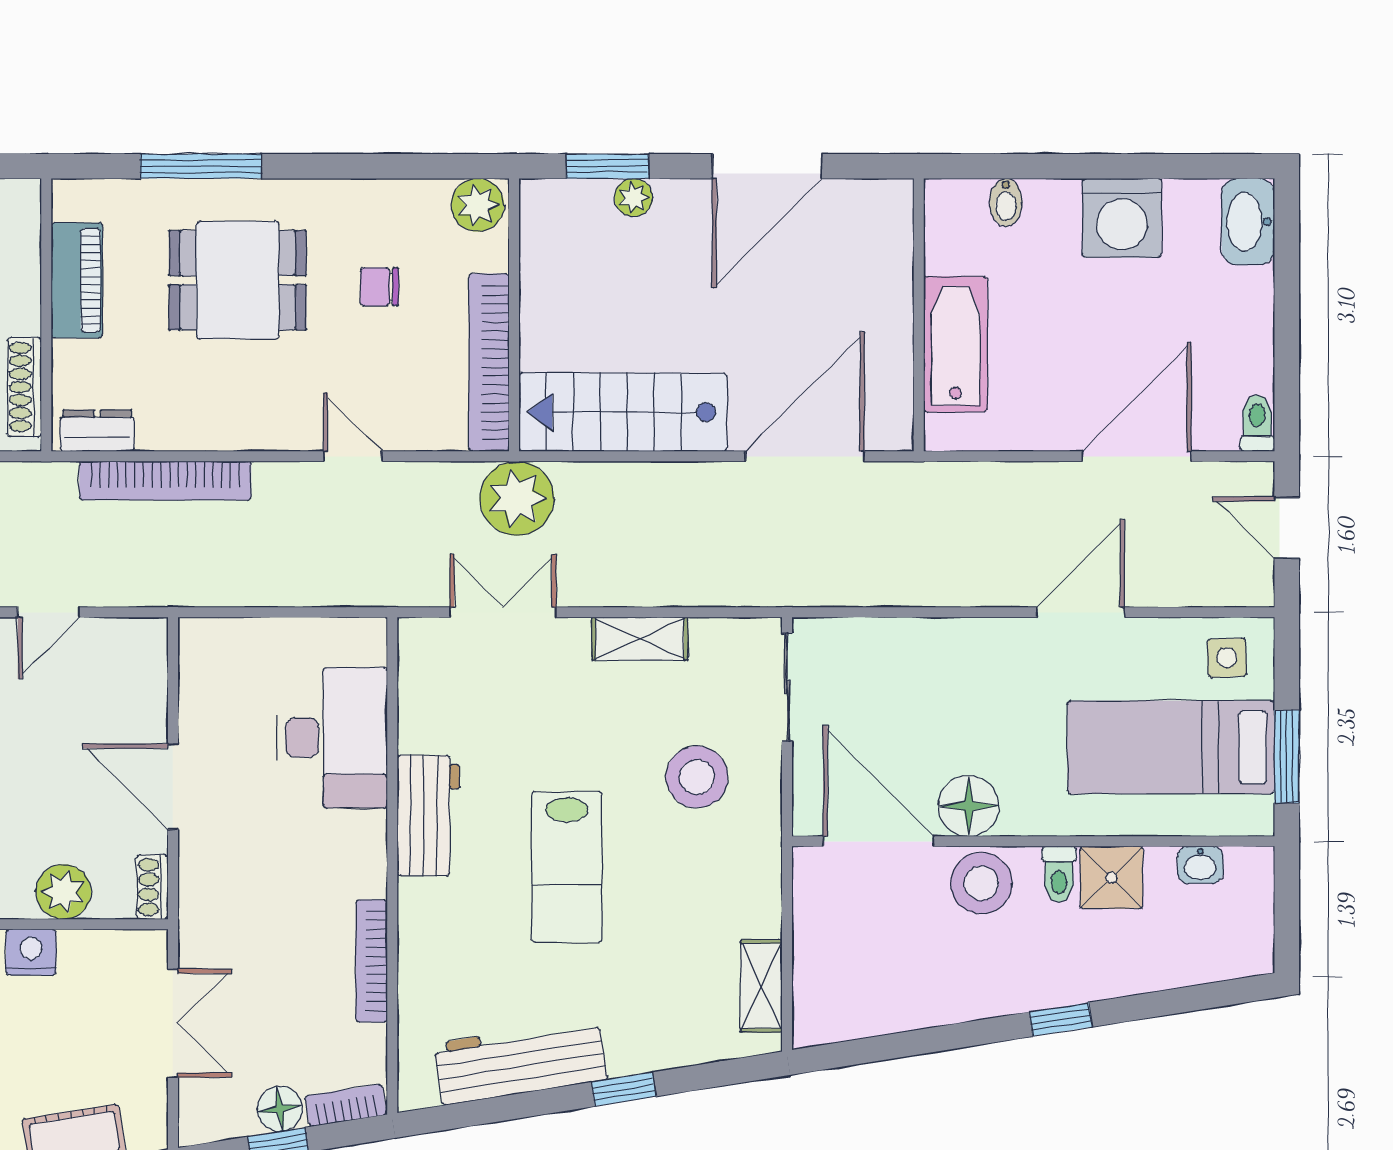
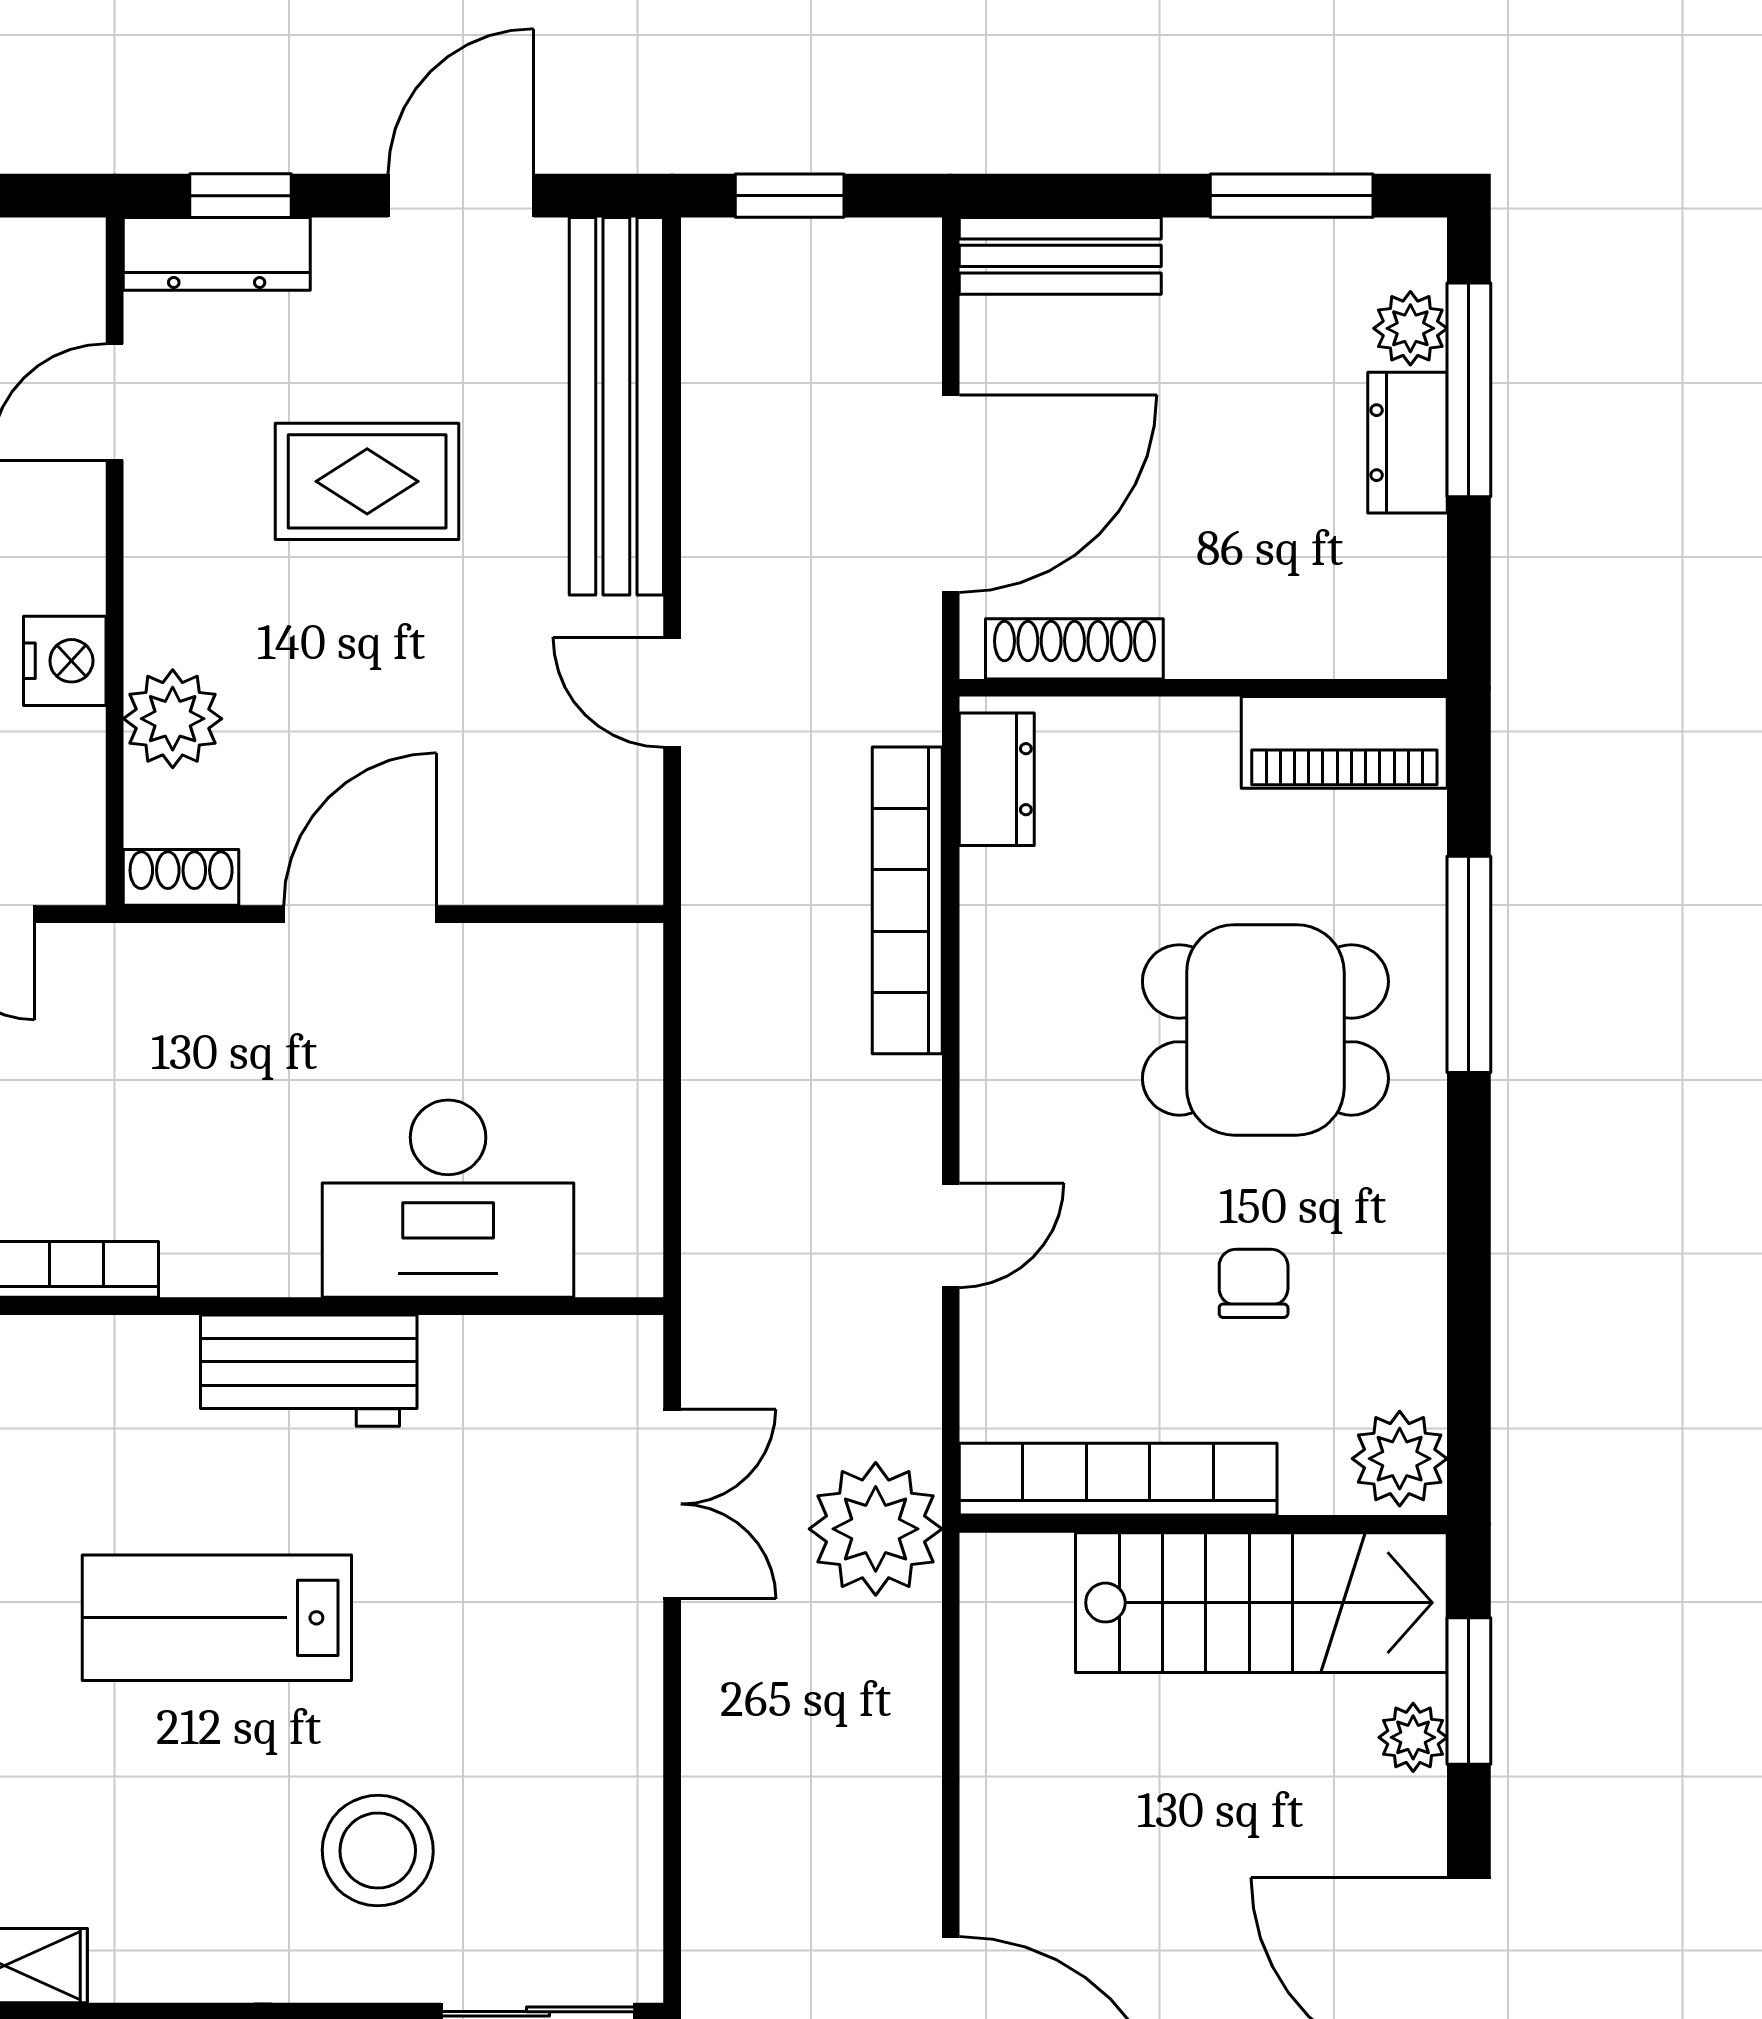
piano: (77, 280) -> (1344, 742), moved
dining table: (238, 280) -> (1265, 1030), turned 90
stairs: (623, 412) -> (1261, 1603), moved, turned 90
shelving: (640, 639) -> (625, 1749), removed

